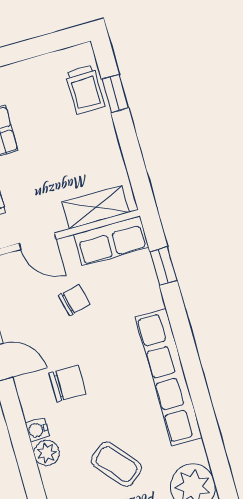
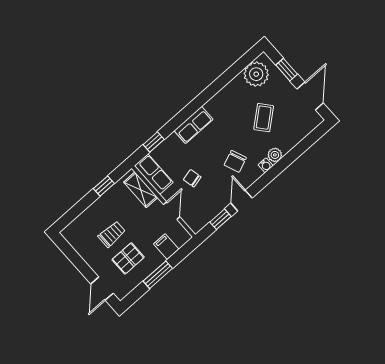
trolley: (85, 90) -> (112, 234), moved
window: (115, 94) -> (104, 186), moved
row of seats: (169, 377) -> (194, 125), width x0.50
chair: (67, 383) -> (235, 161), turned -112

